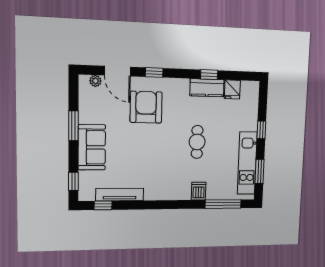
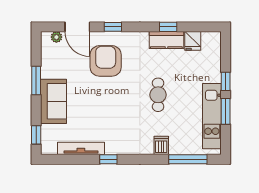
window: (259, 171) -> (226, 111), moved
window: (103, 205) -> (108, 159), moved

